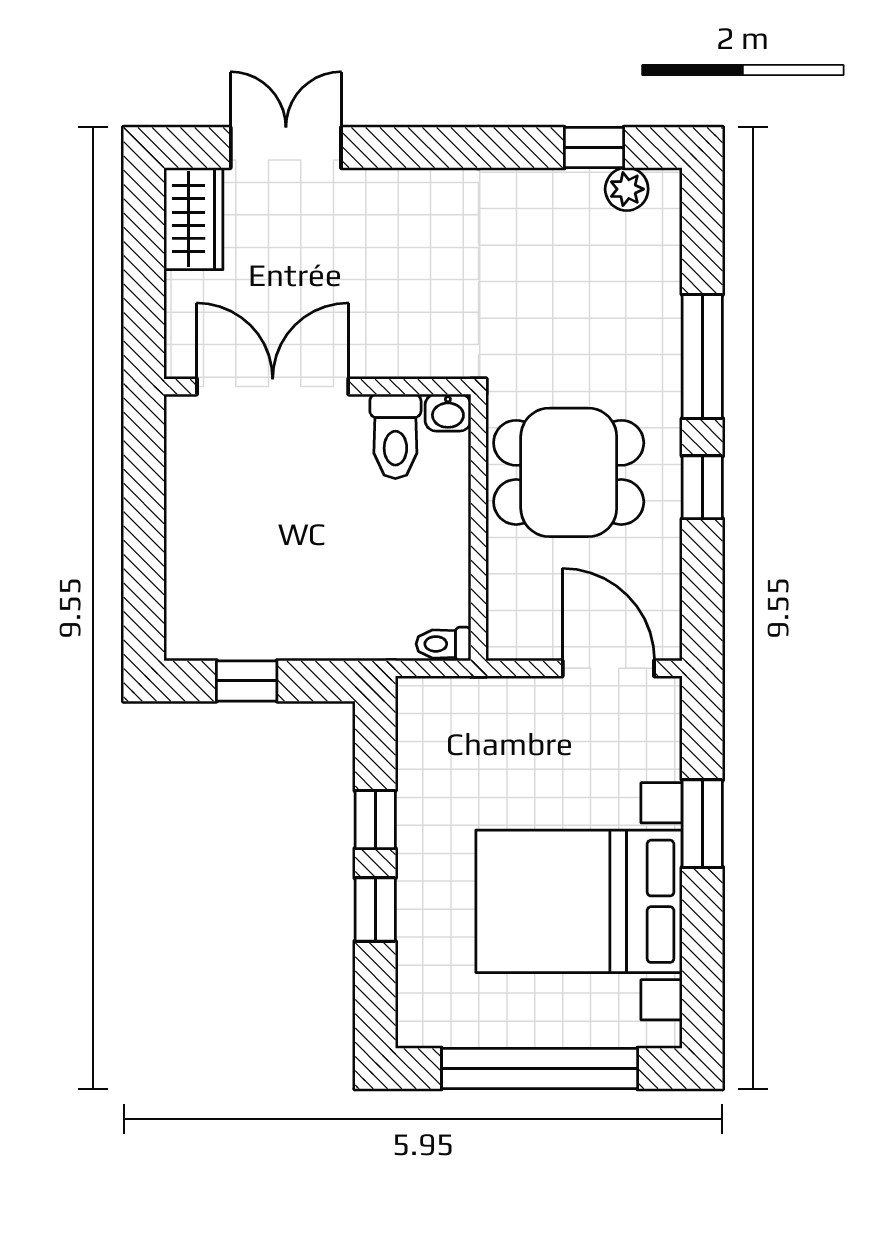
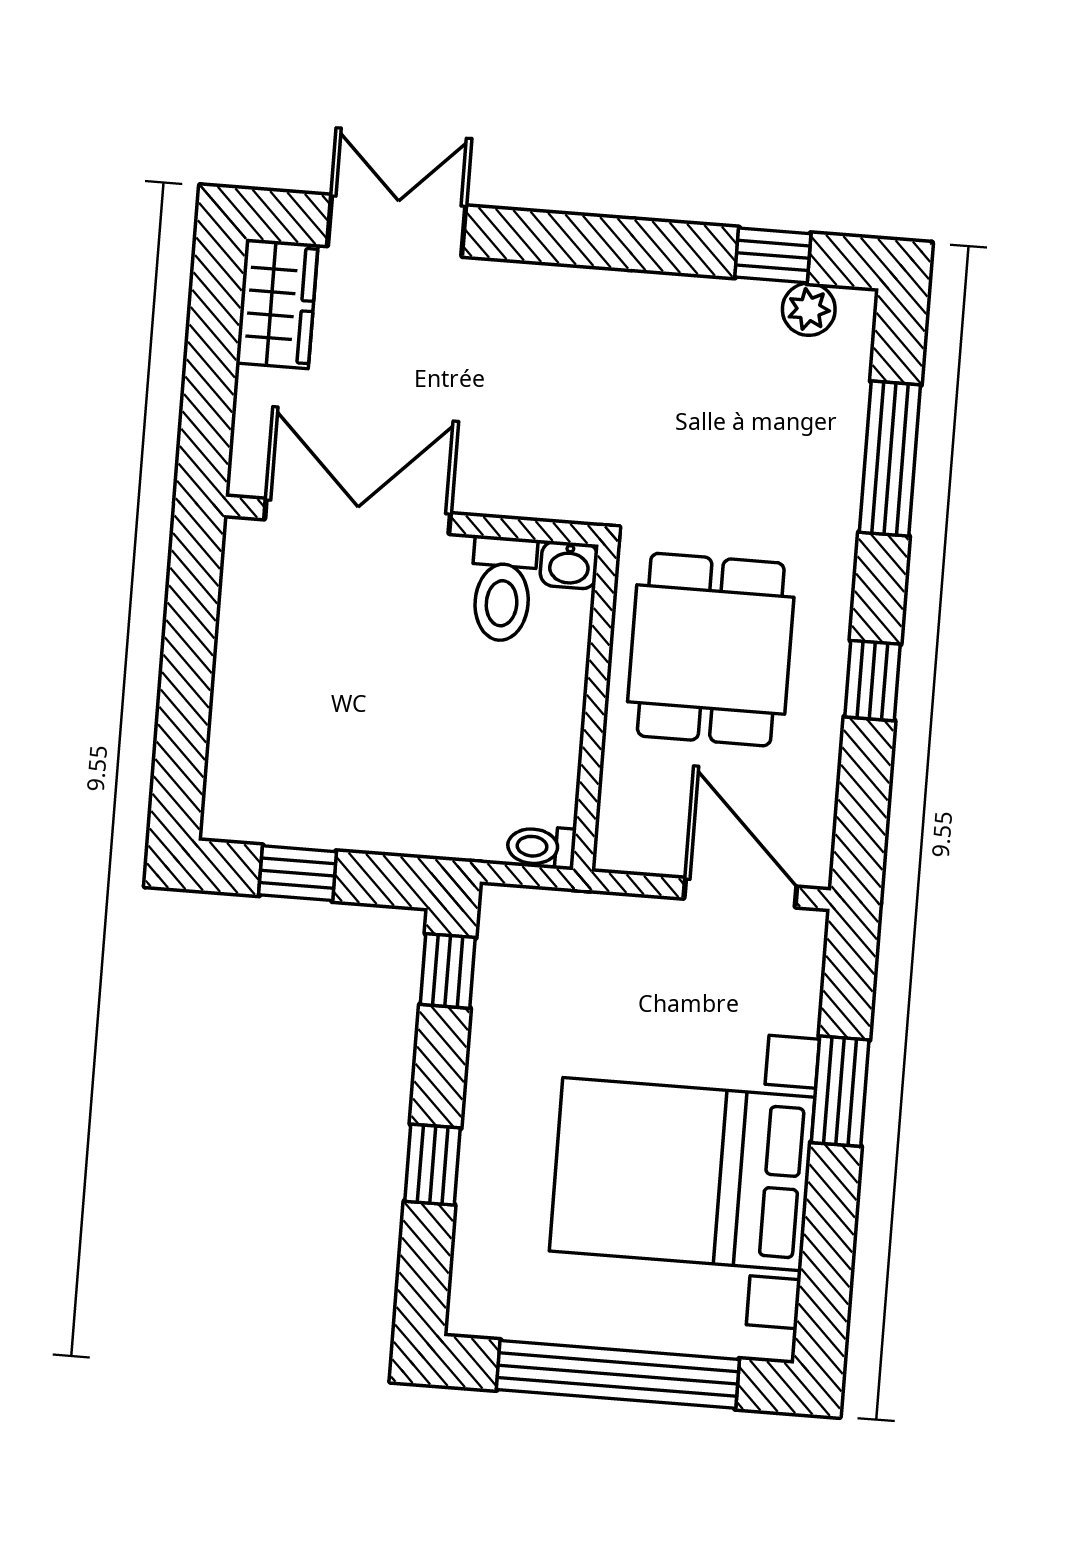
window: (702, 356) -> (890, 459), moved
dining table: (569, 472) -> (711, 650), turned 90
window: (375, 820) -> (448, 971), moved

